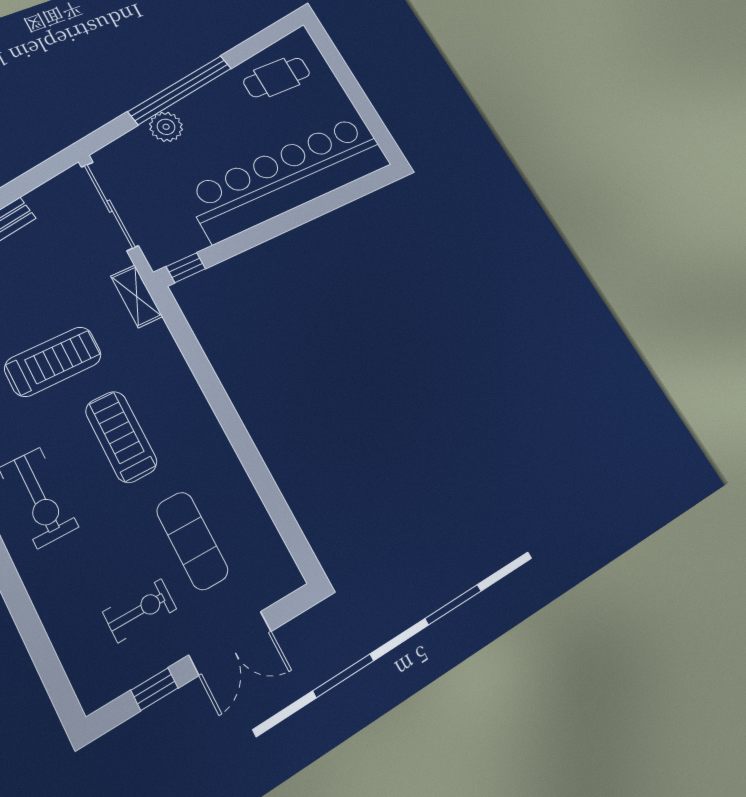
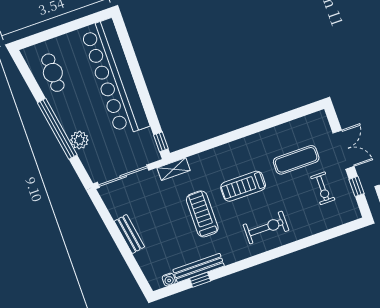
exercise bike: (140, 610) -> (323, 188), turned 180

